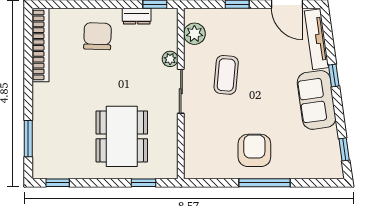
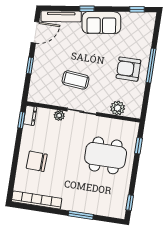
dresser: (137, 16) -> (30, 115), moved
plant: (194, 34) -> (118, 108), moved
window: (28, 139) -> (81, 215), moved

